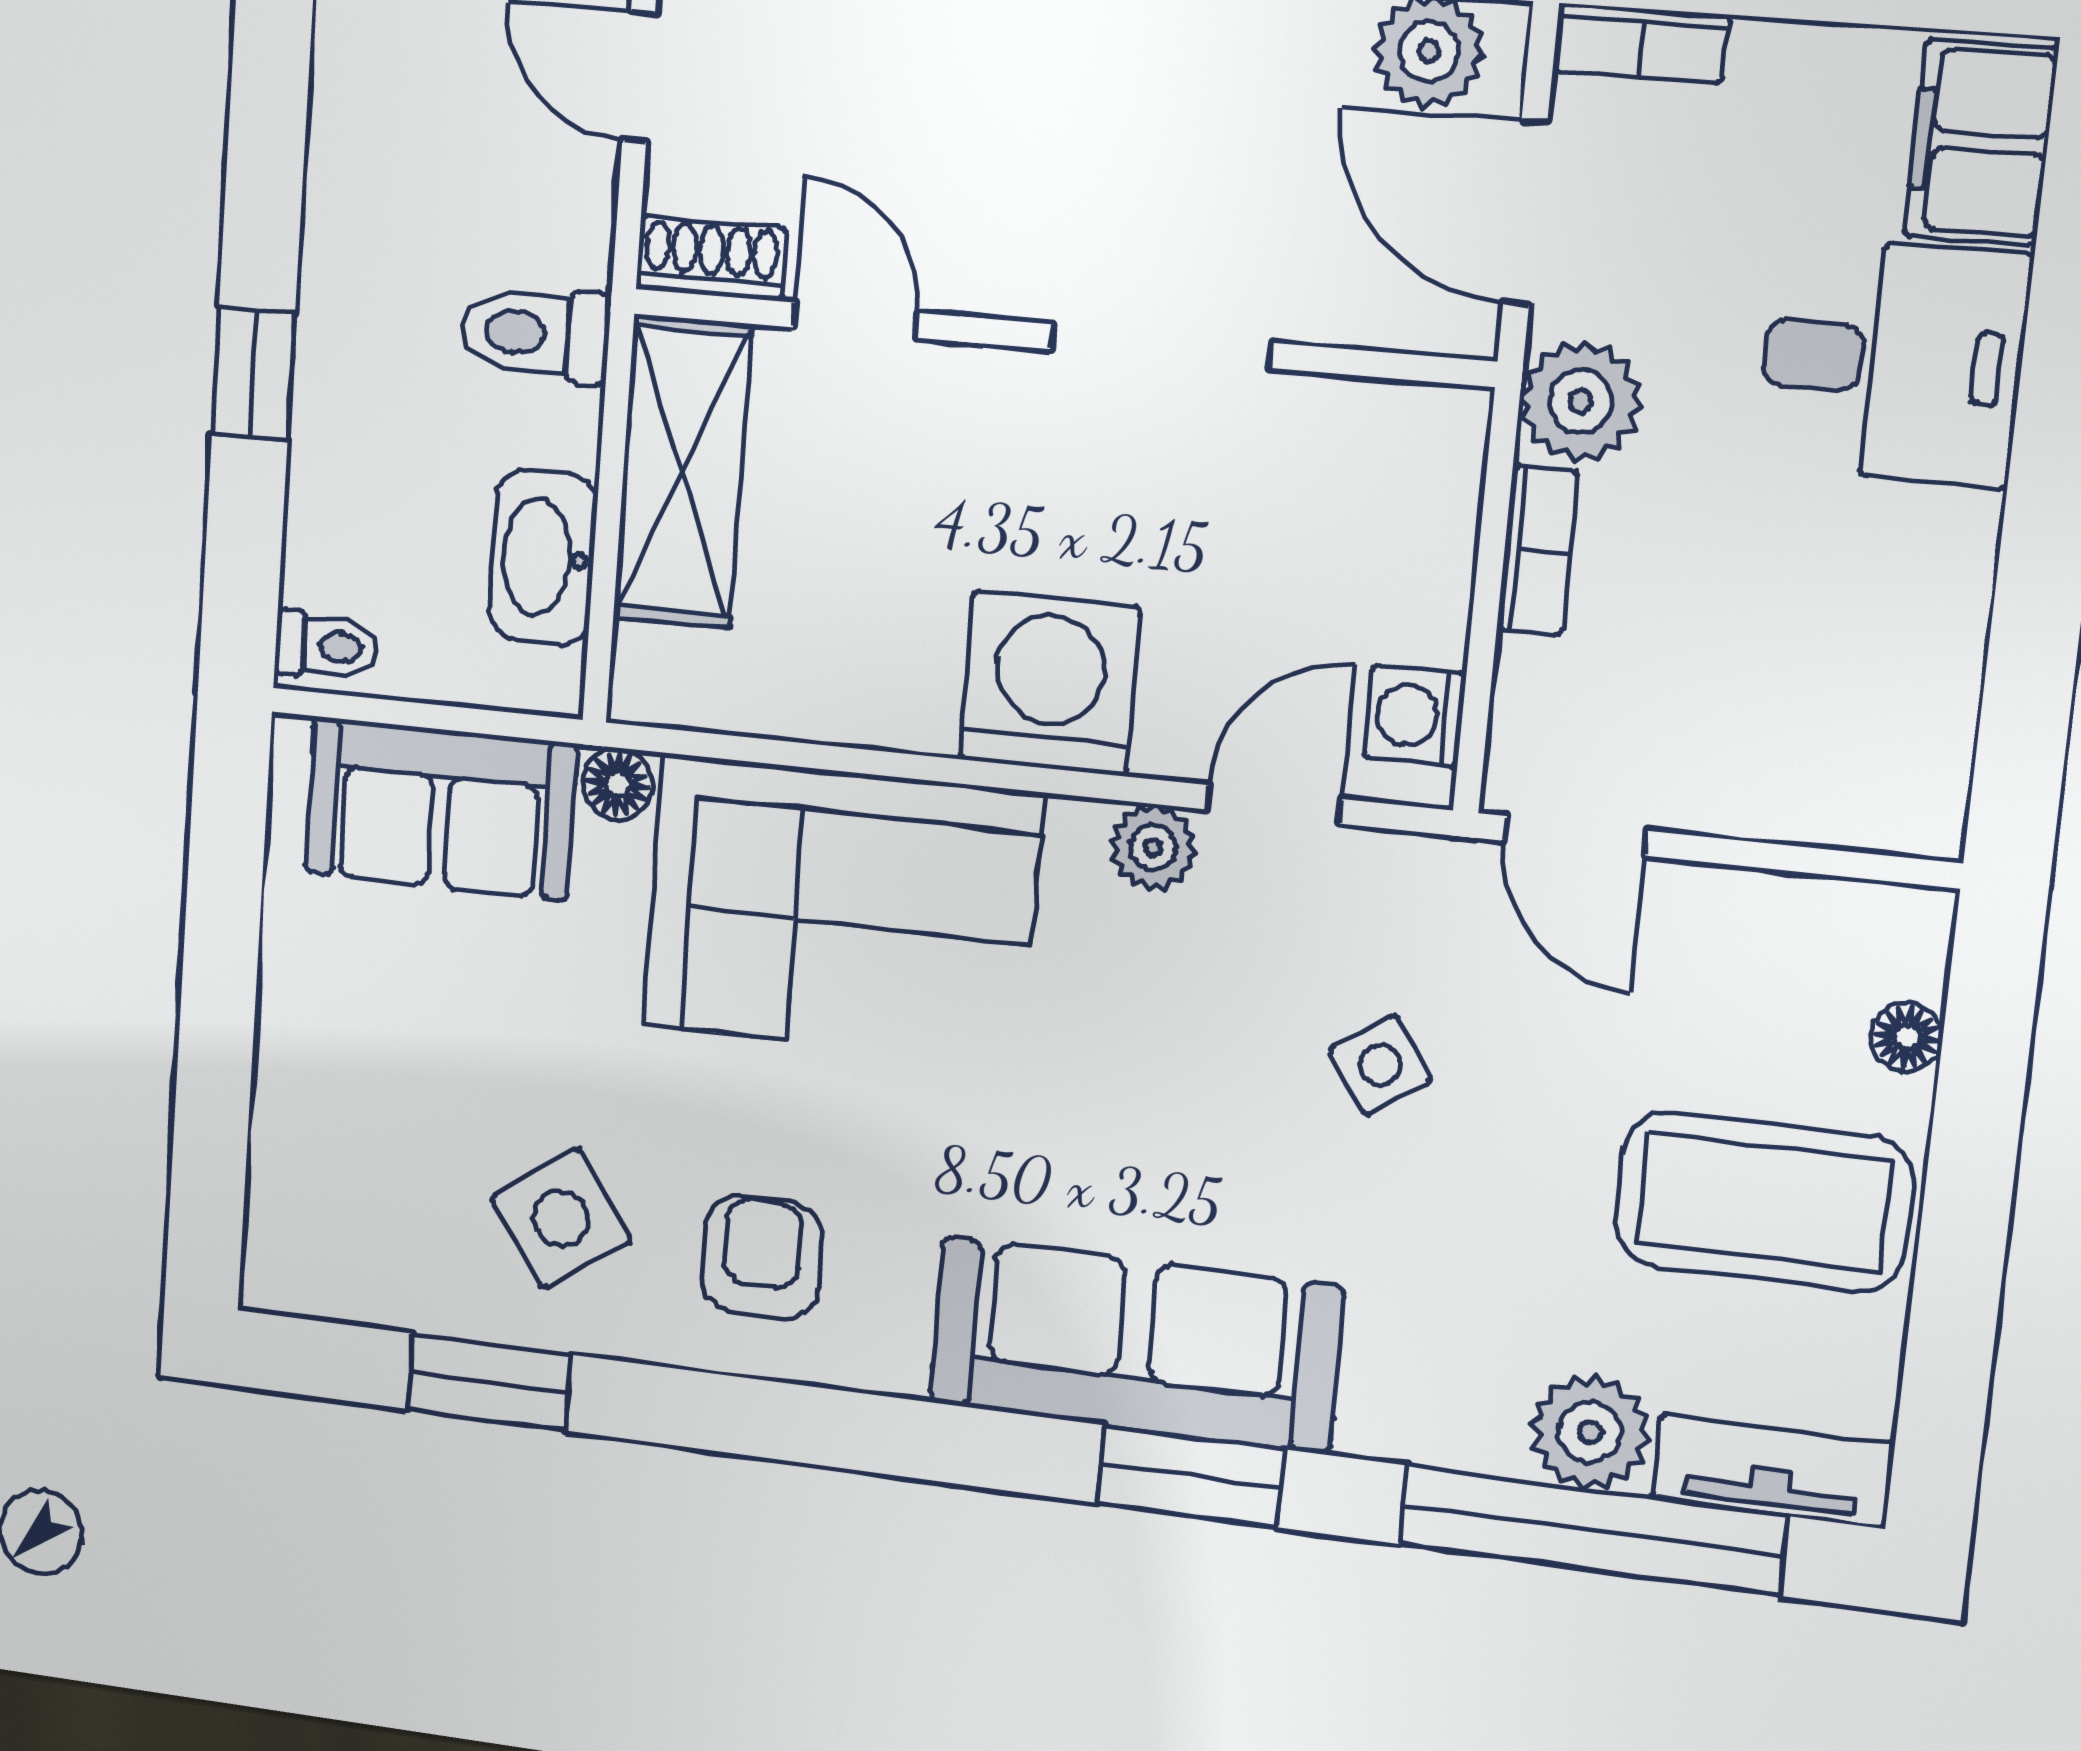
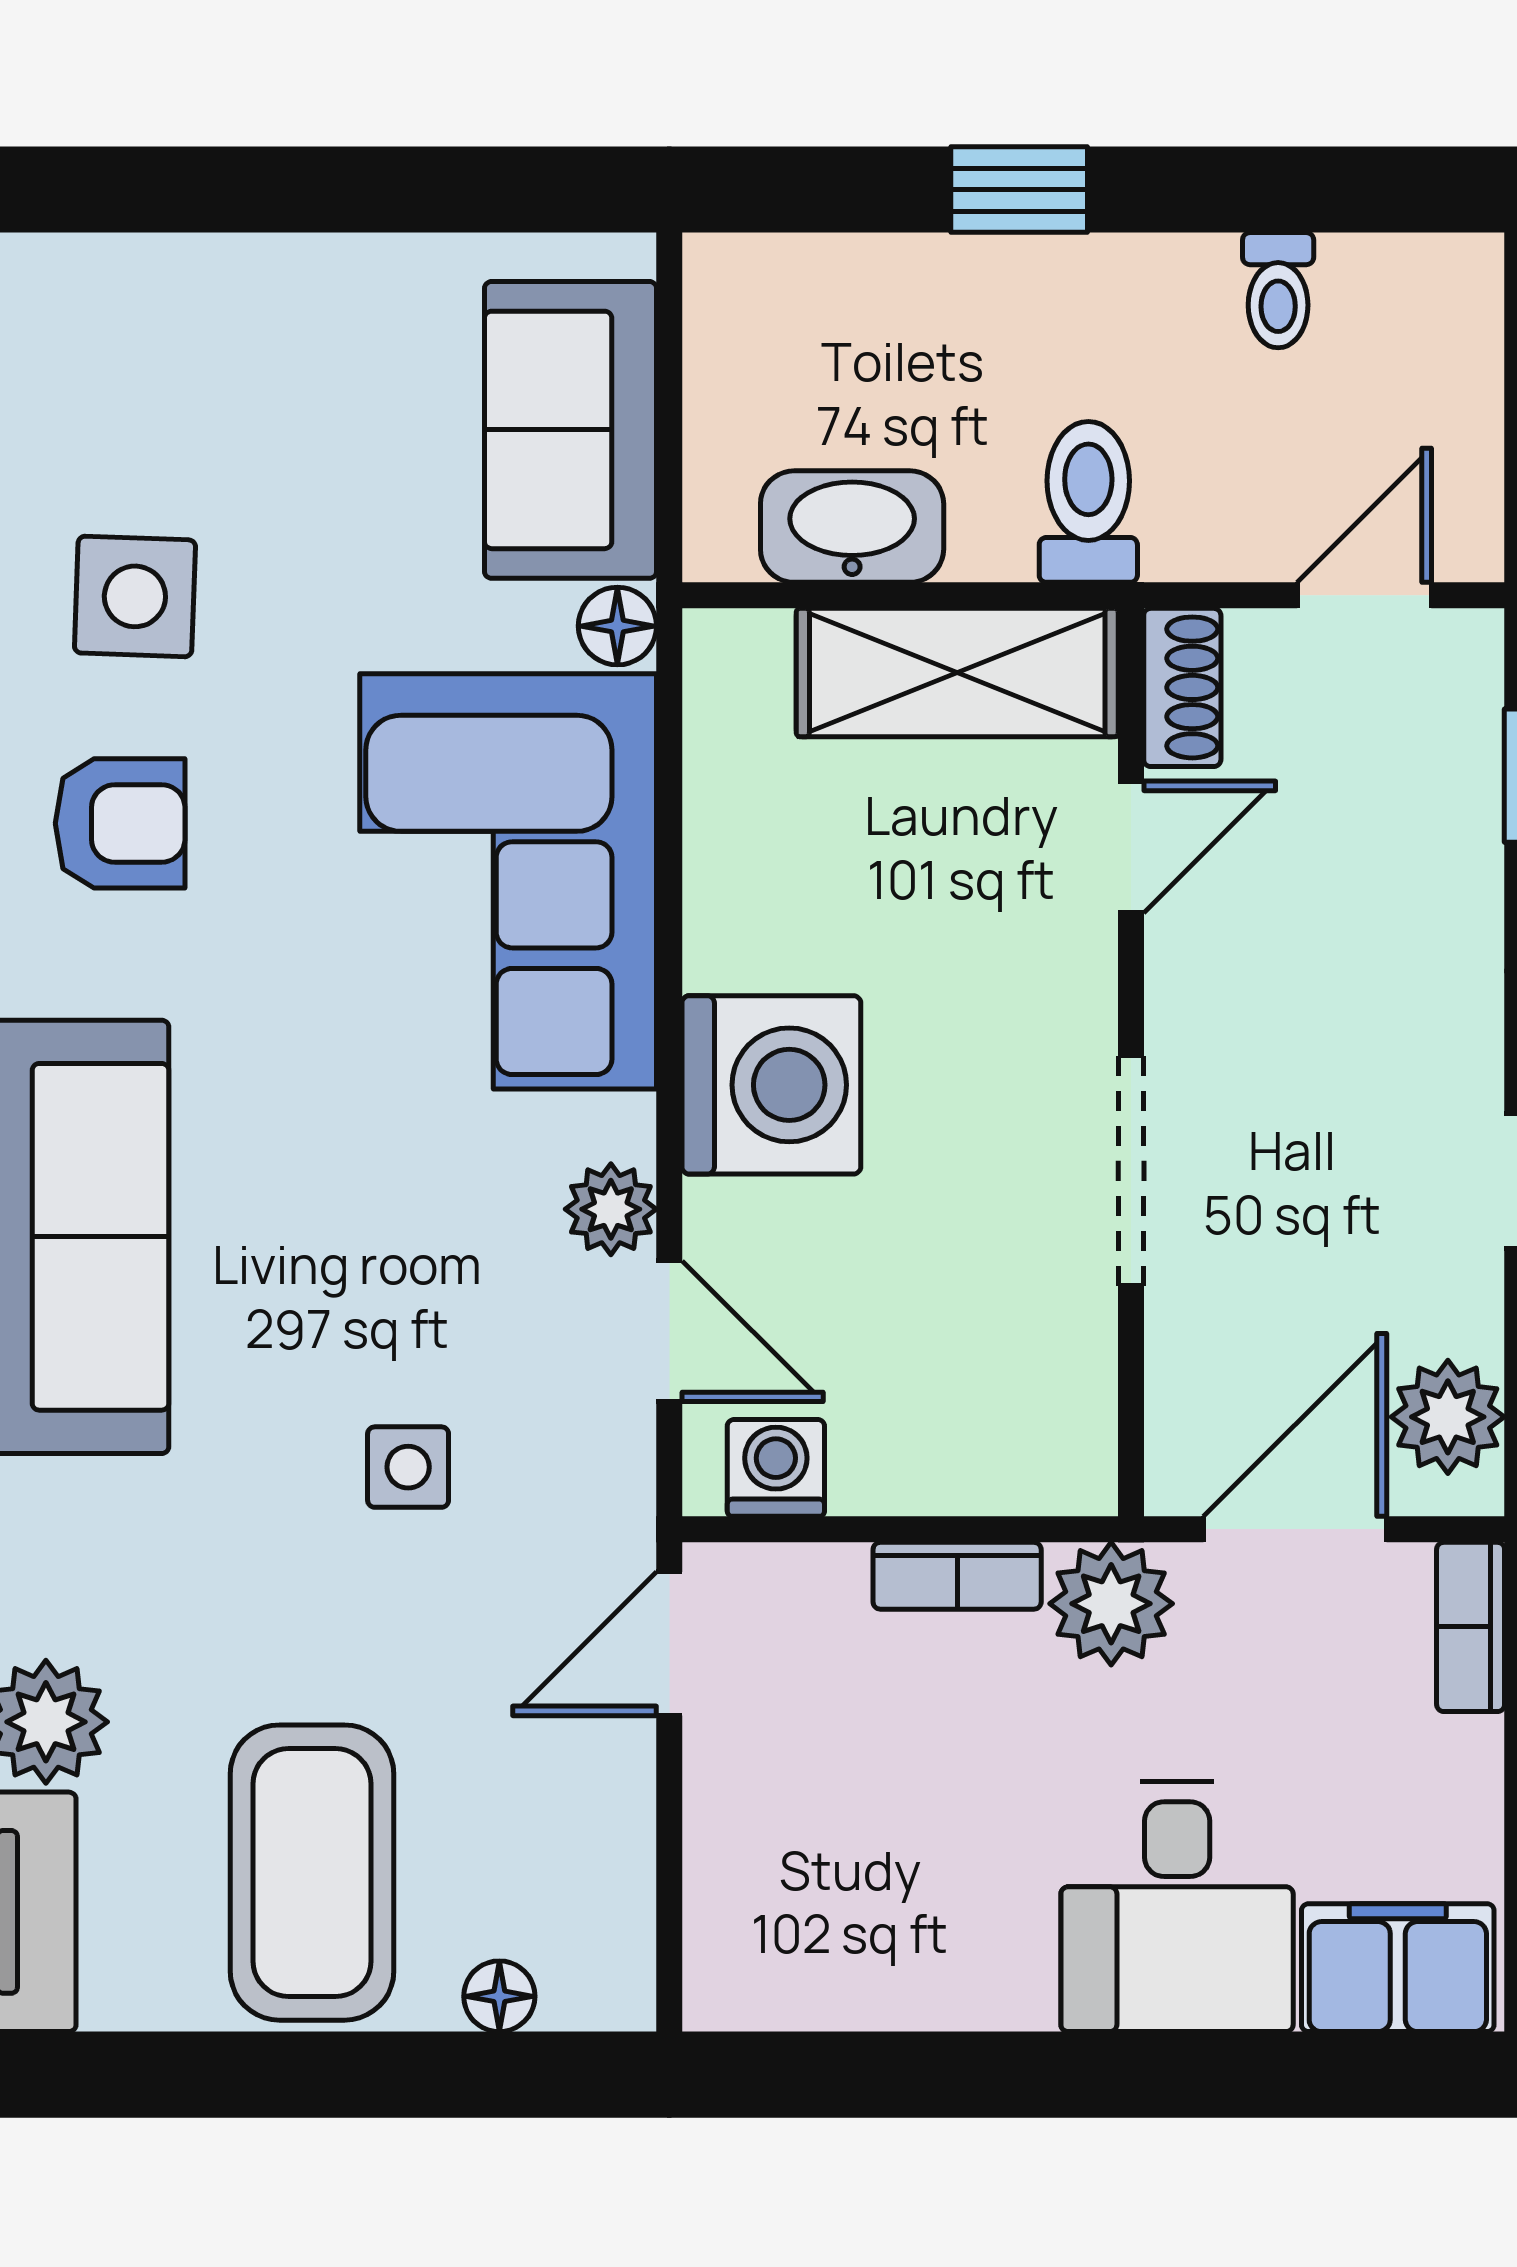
toilet: (326, 646) -> (1278, 290), moved
side table: (1380, 1065) -> (408, 1467), turned 34
side table: (561, 1218) -> (135, 596), turned 37

